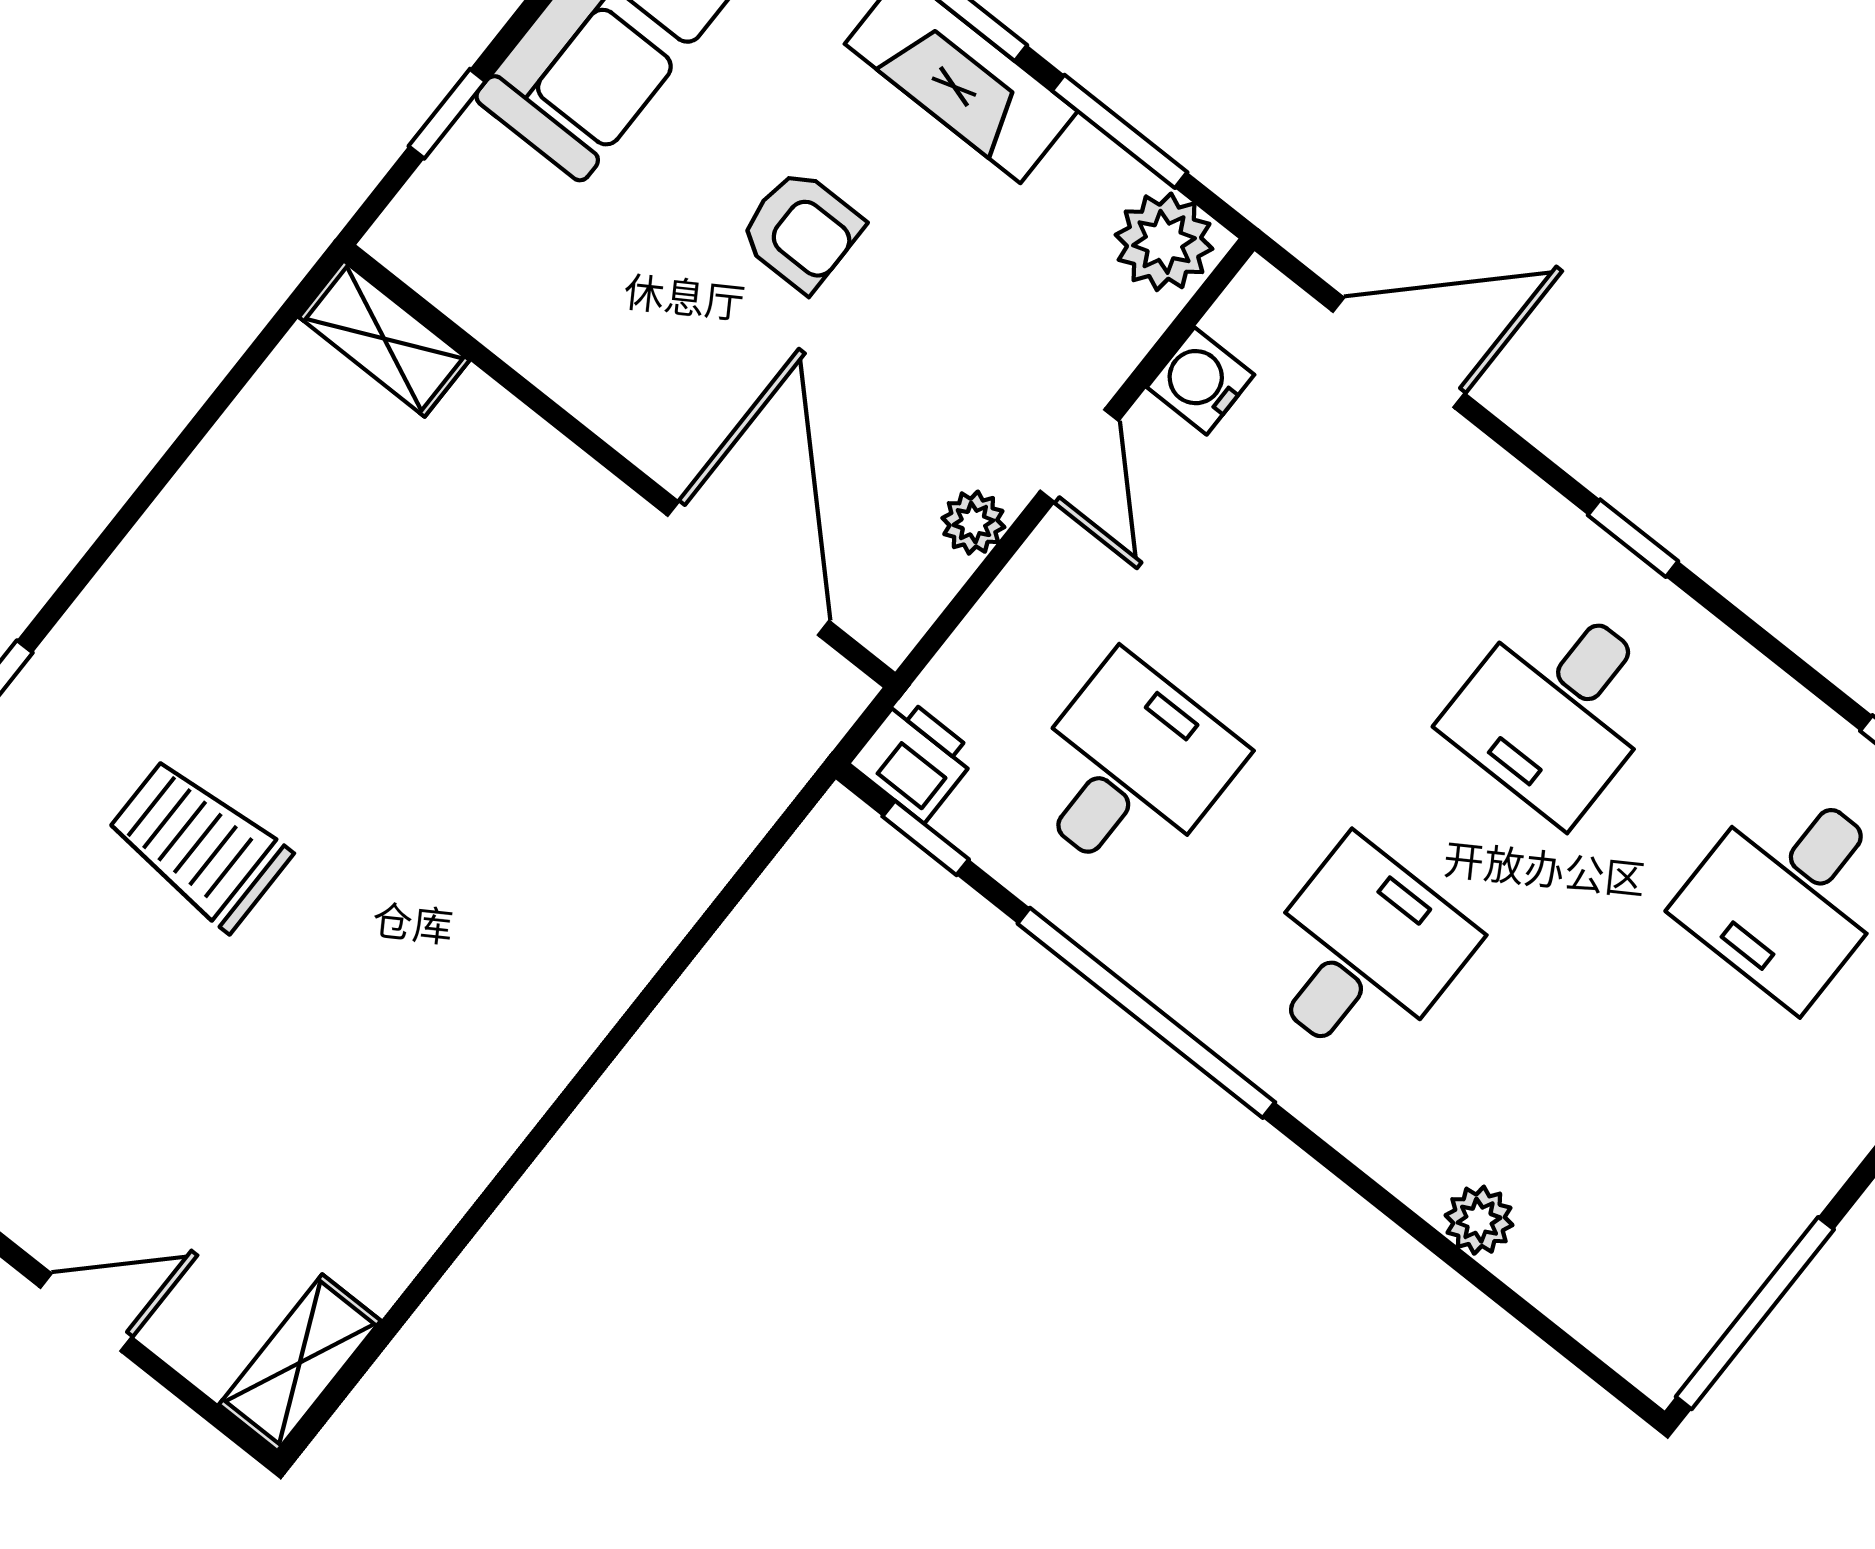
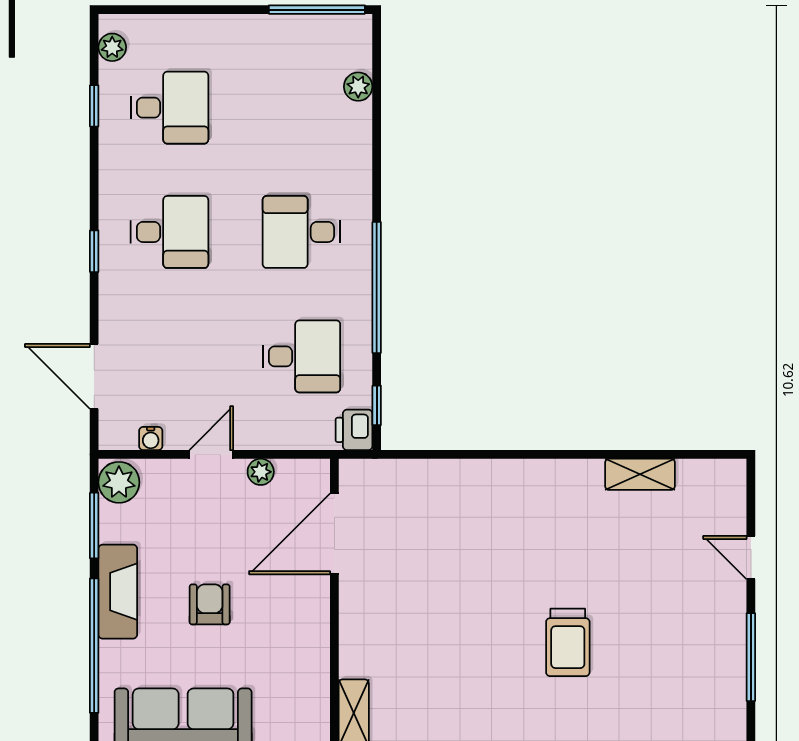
water cooler: (1201, 381) -> (151, 439), width x0.72, depth x0.72
desk: (1129, 770) -> (301, 356), turned 180
plant: (1479, 1220) -> (358, 87), moved
shelving: (300, 1363) -> (640, 474), moved

